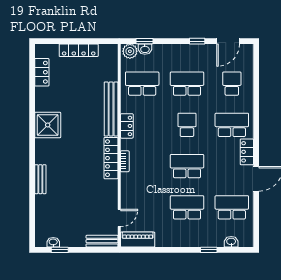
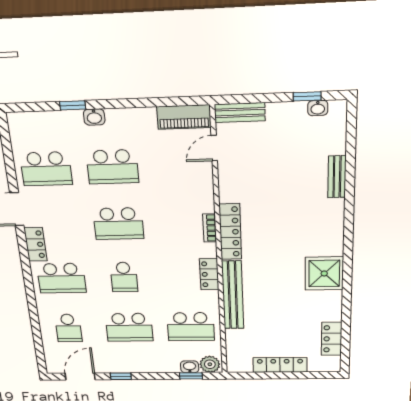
bench: (40, 179) -> (337, 177), moved
washbasin: (231, 242) -> (94, 117), moved

